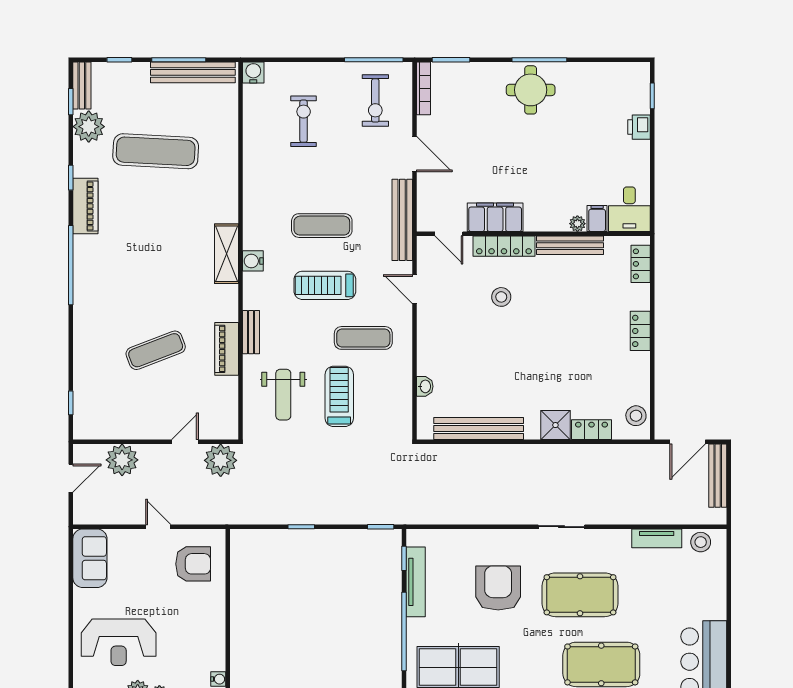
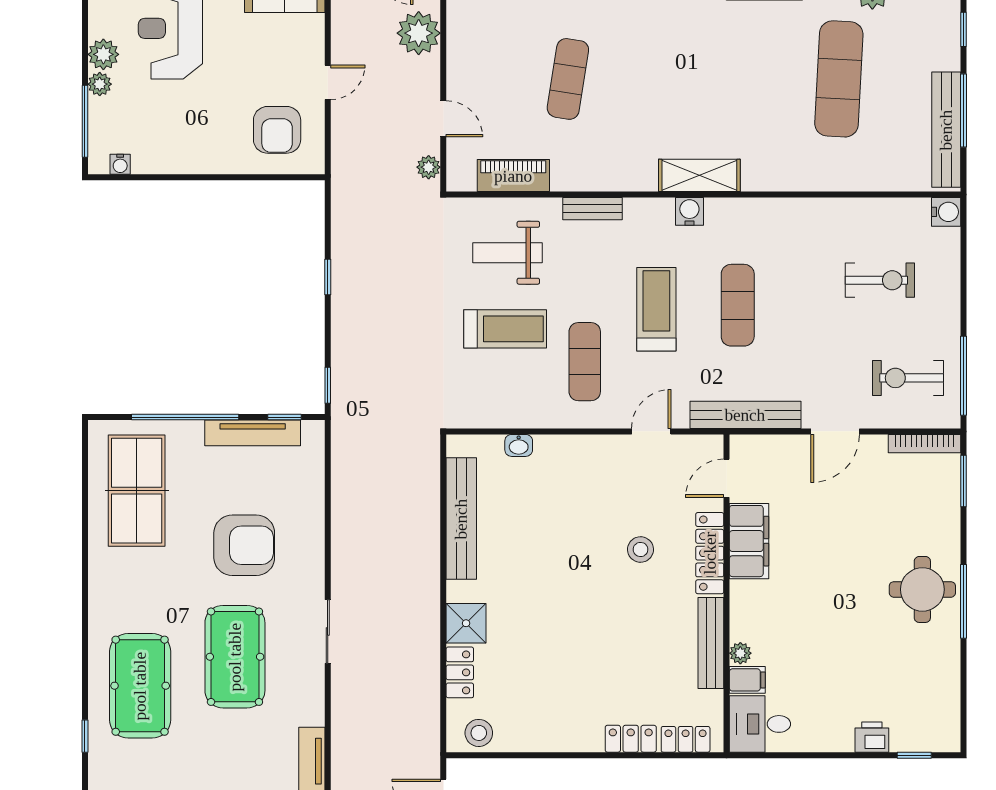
locker: (640, 331) -> (631, 739), moved
piano: (227, 349) -> (513, 176), moved
exercise mat: (156, 350) -> (568, 79), turned 30
plant: (221, 460) -> (429, 167), width x0.53, depth x0.53

